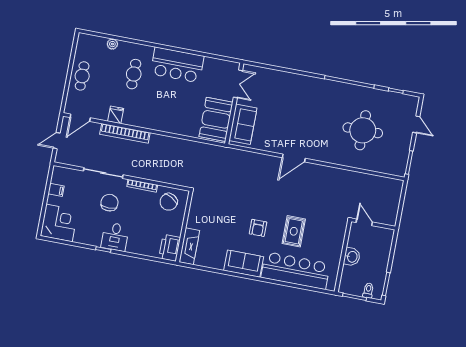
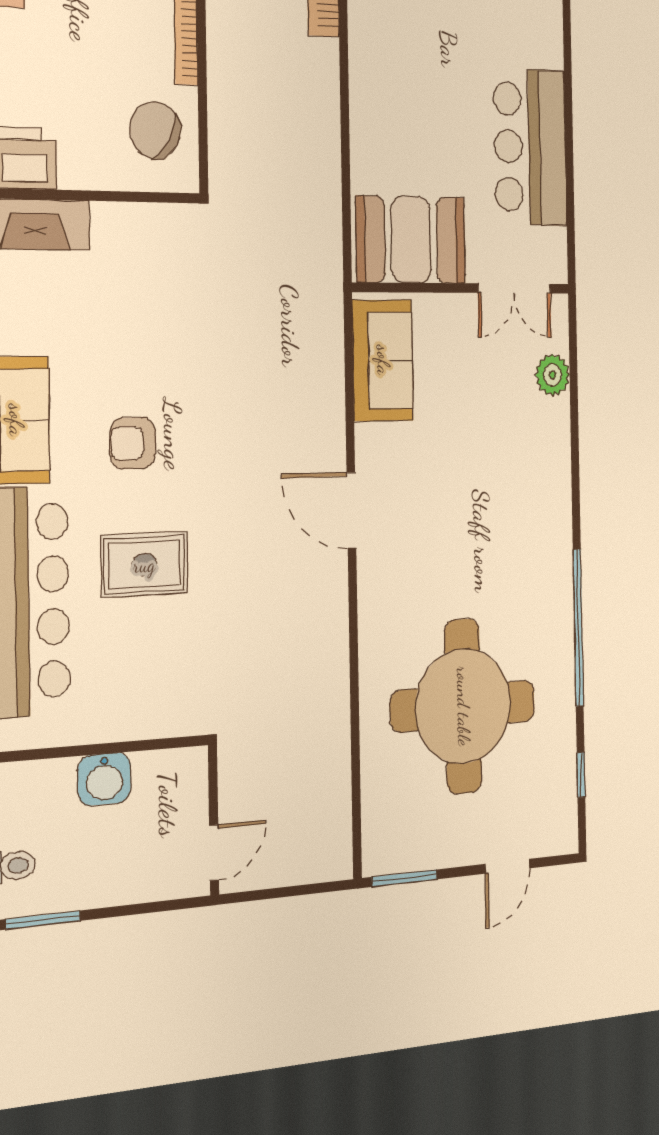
bar counter: (177, 65) -> (530, 147), moved
plant: (268, 75) -> (552, 375), added
sofa: (243, 124) -> (383, 360), moved, turned -90
round table: (363, 130) -> (463, 706), width x1.36, depth x1.36
door: (364, 222) -> (214, 853), moved

